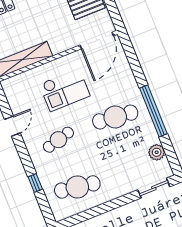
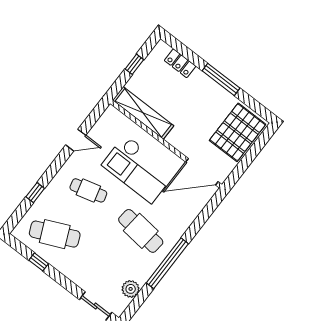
checkout: (65, 90) -> (138, 169), width x1.36, depth x1.21
cafe table: (77, 187) -> (55, 234), turned -33
window: (92, 213) -> (39, 262), added

